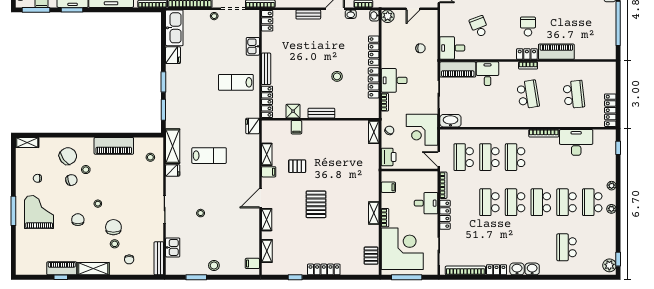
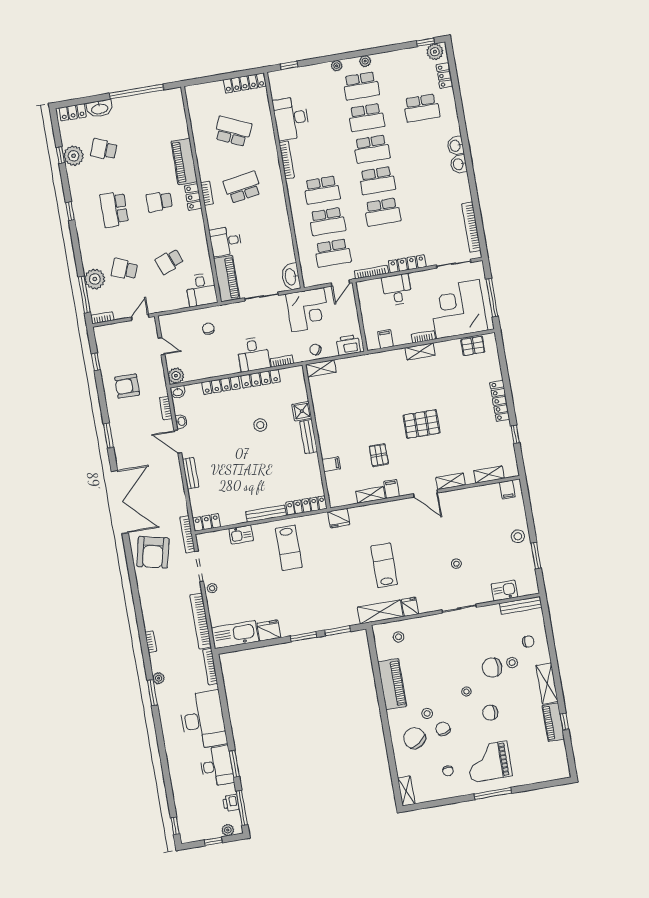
school desk: (574, 94) -> (233, 131), turned 30
shower: (293, 111) -> (302, 411), moved
locker: (497, 270) -> (445, 76), moved

